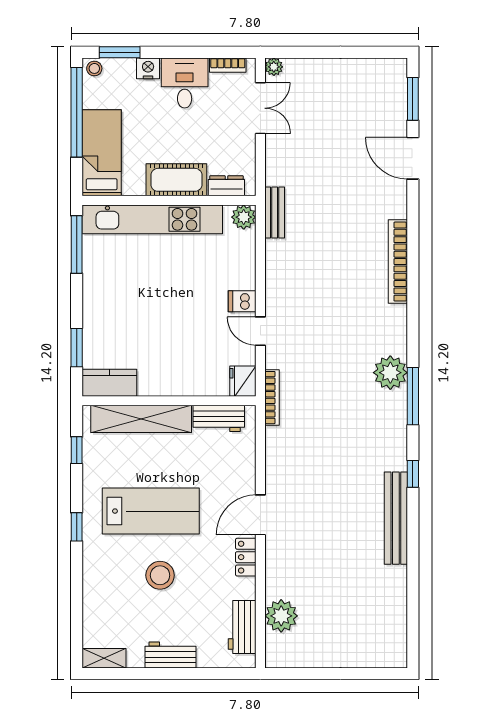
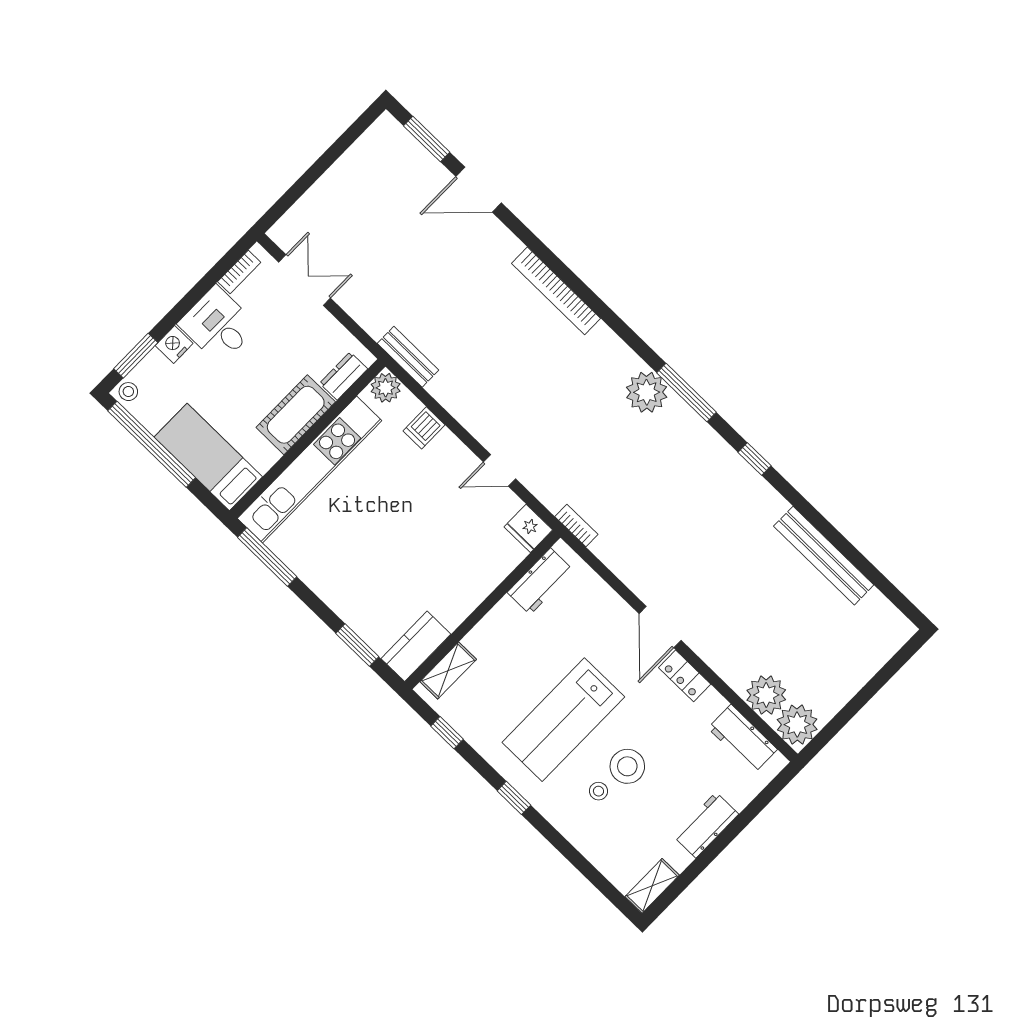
plant: (274, 67) -> (797, 725), moved, width x1.87, depth x1.87
dishwasher: (242, 301) -> (424, 428), moved
bookcase: (272, 398) -> (576, 525), width x0.64
shelving: (141, 419) -> (448, 671), width x0.45, depth x0.75
lab bench: (151, 511) -> (563, 720), turned 180
bench: (396, 518) -> (824, 556), moved
stool: (129, 573) -> (598, 791), added

